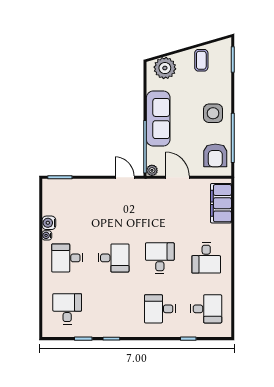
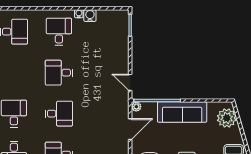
door: (125, 177) -> (130, 82), swing flipped
desk: (113, 258) -> (59, 73), turned 90

